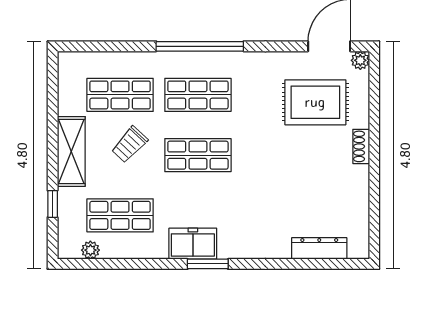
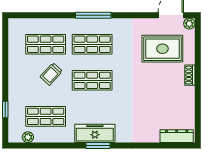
window: (200, 46) -> (93, 15), width x0.68
shelving: (71, 151) -> (16, 78), removed
freezer: (193, 244) -> (95, 133), width x1.40
dresser: (319, 248) -> (177, 136), moved

